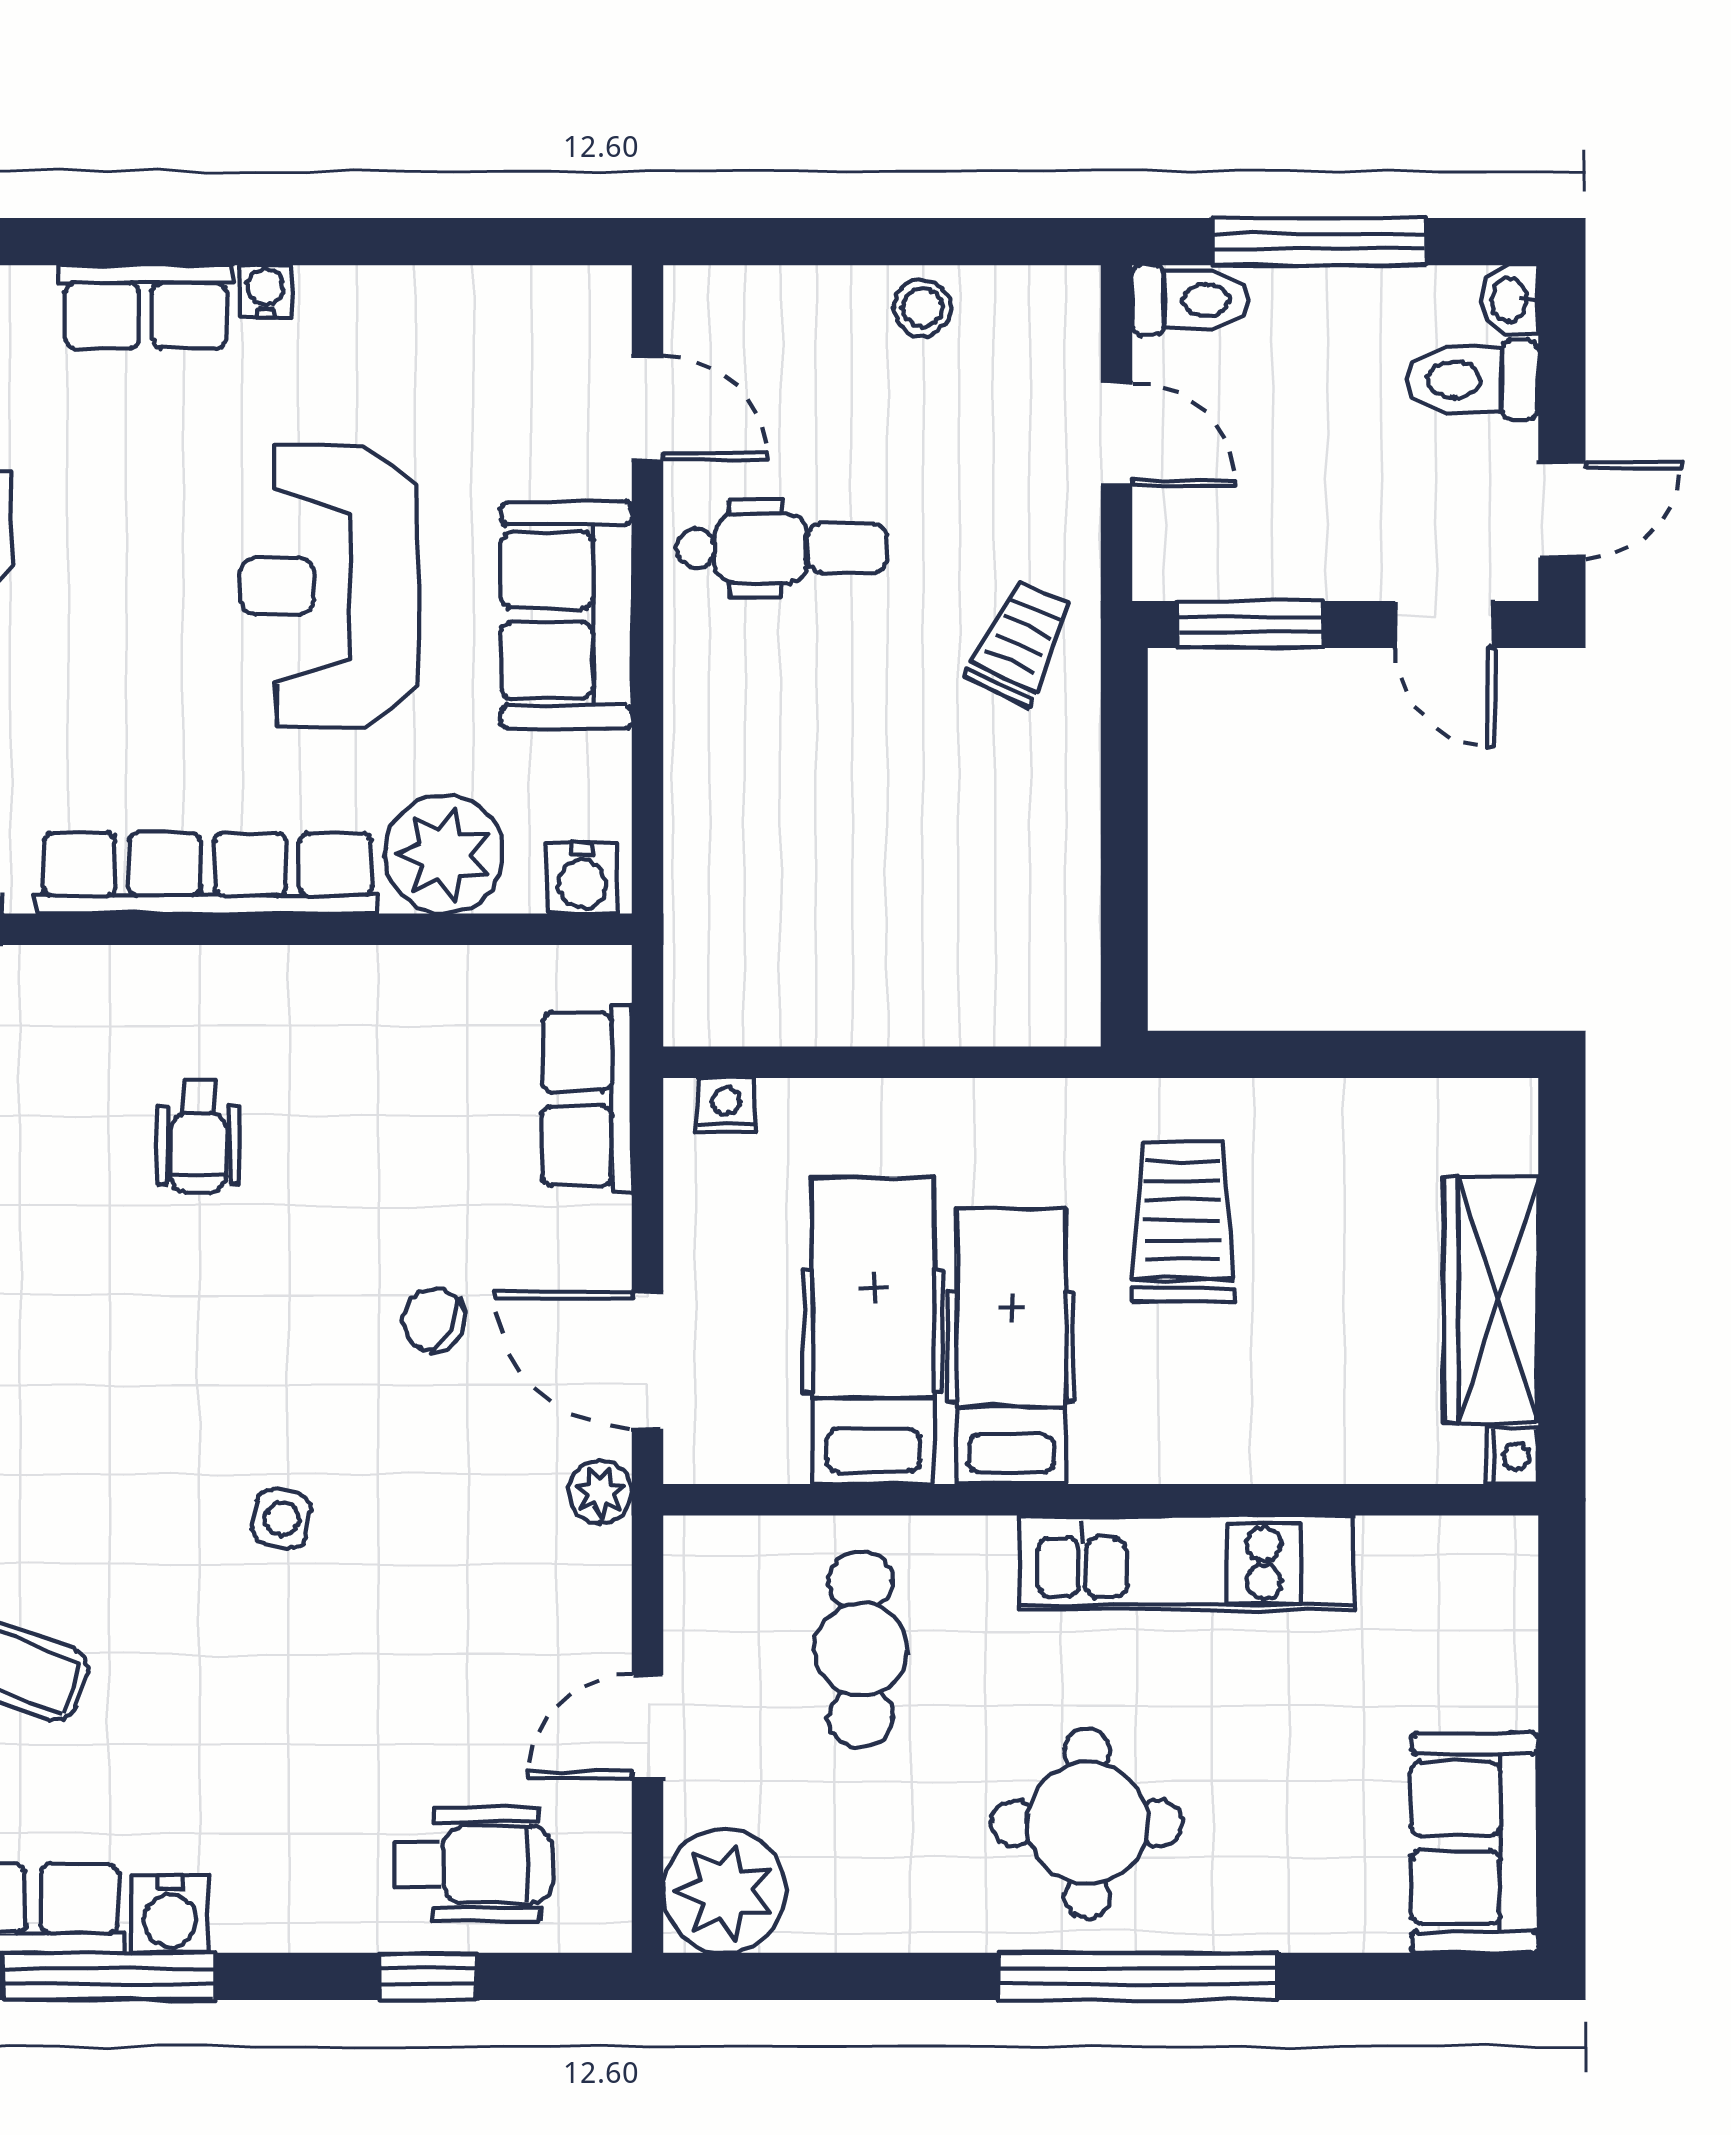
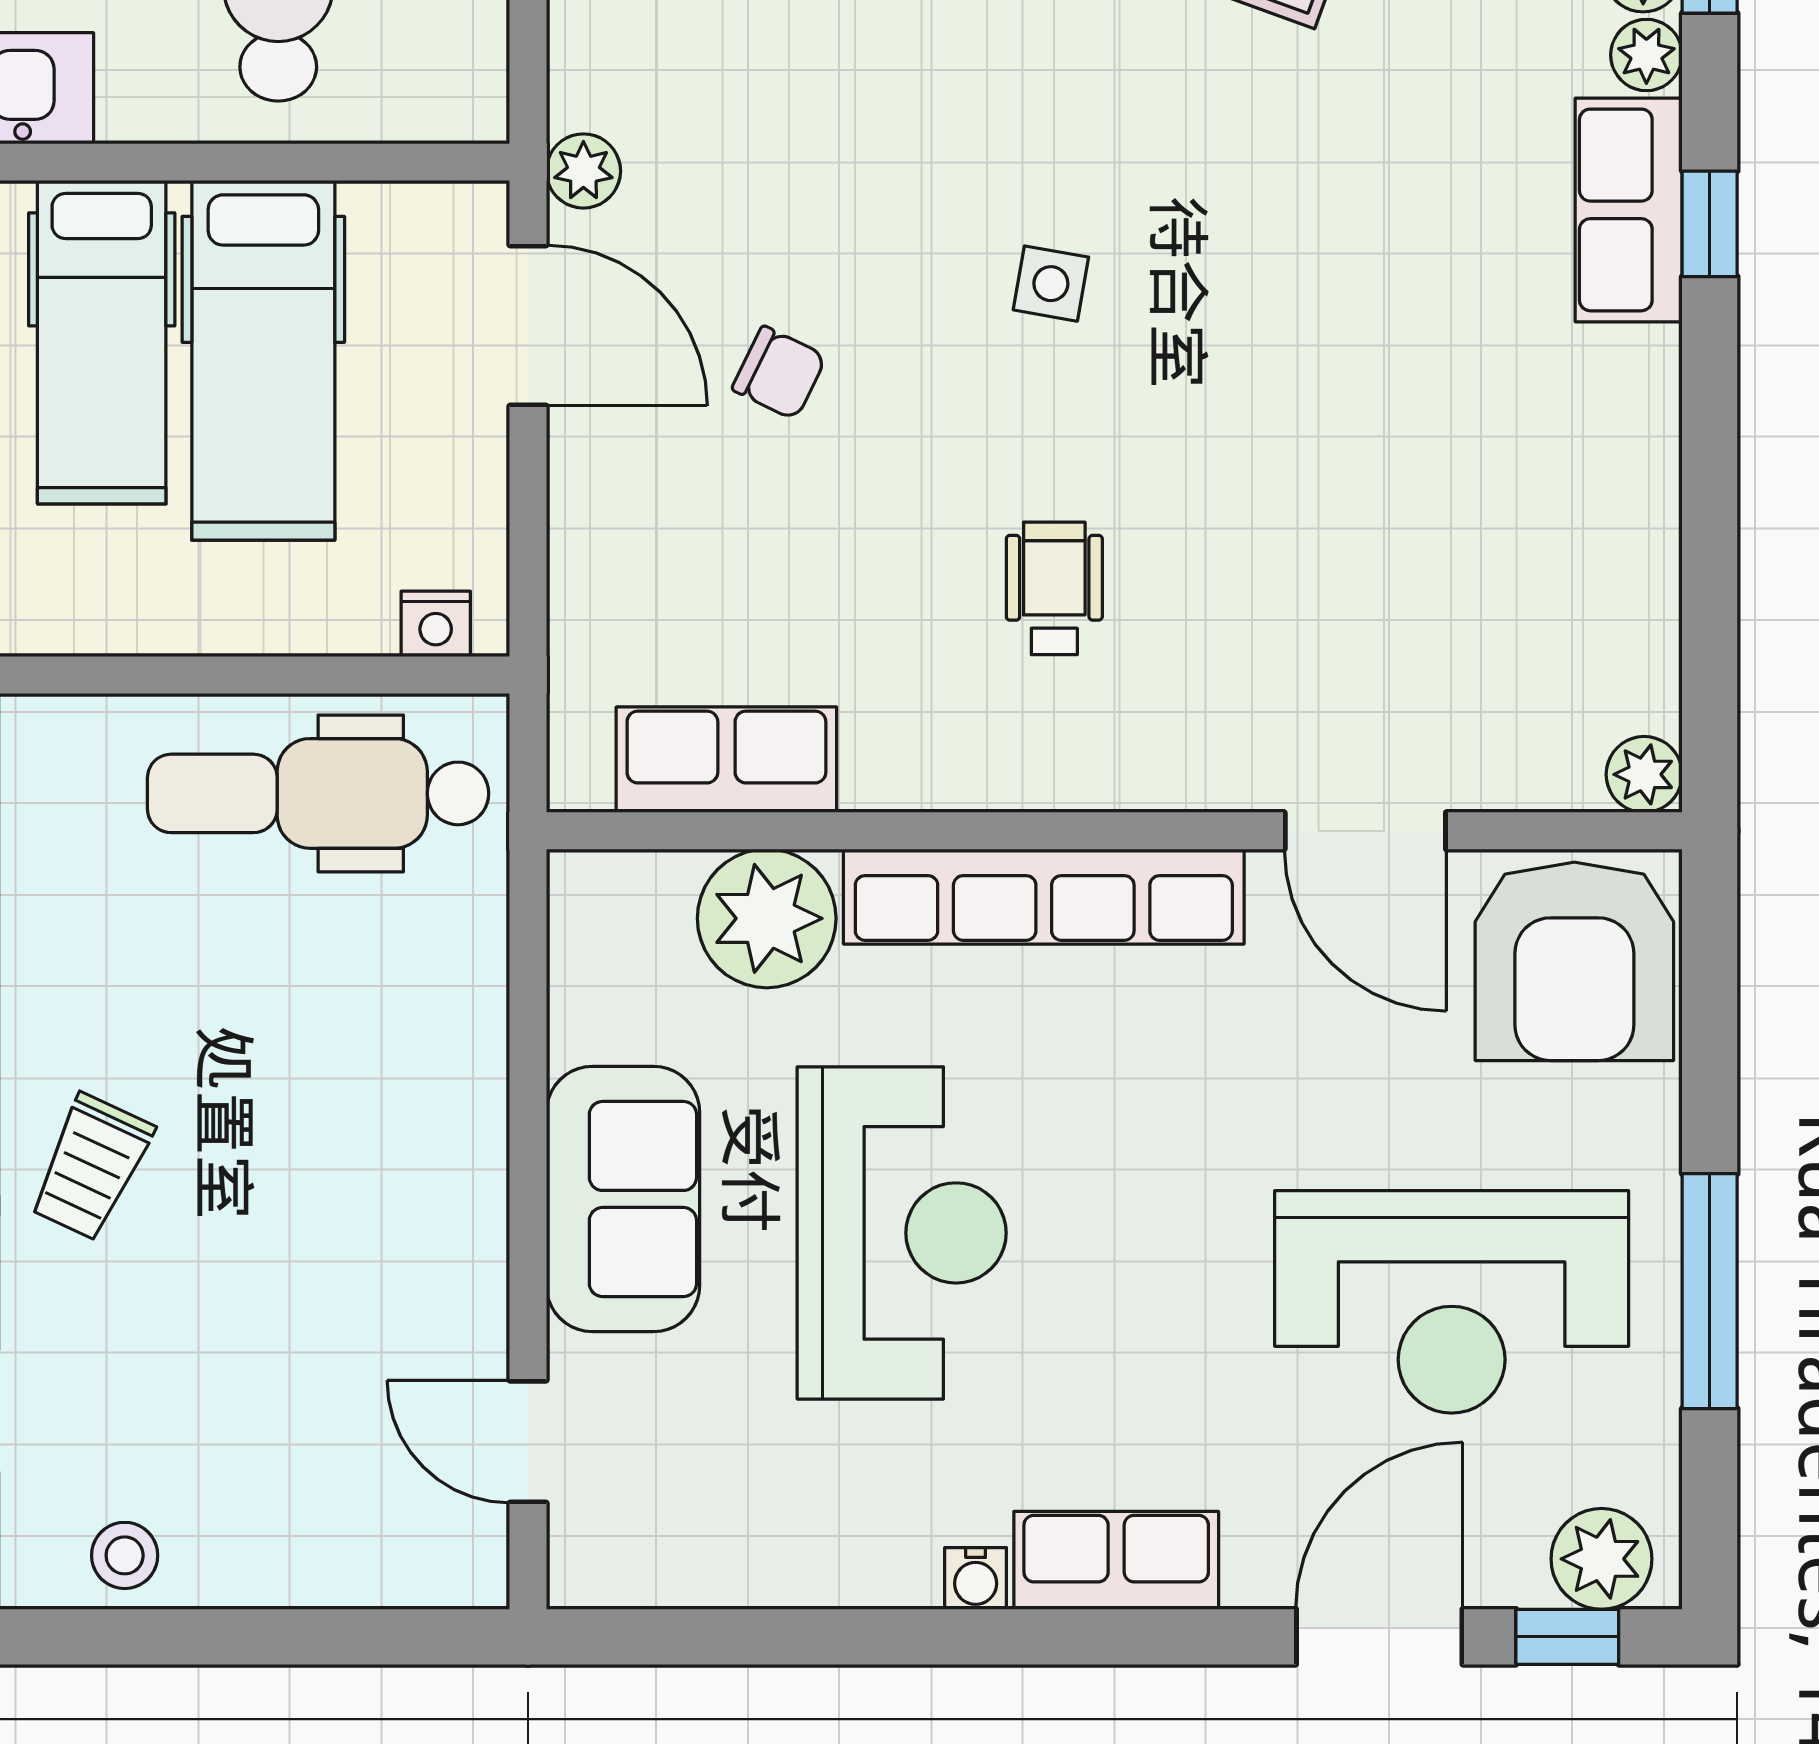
stool: (922, 308) -> (125, 1555), moved
dental chair: (782, 548) -> (318, 793), moved, width x1.36, depth x1.38
water cooler: (582, 878) -> (605, 891), removed
row of seats: (587, 1099) -> (726, 760), moved, turned -90
side table: (282, 1519) -> (1051, 284), moved

